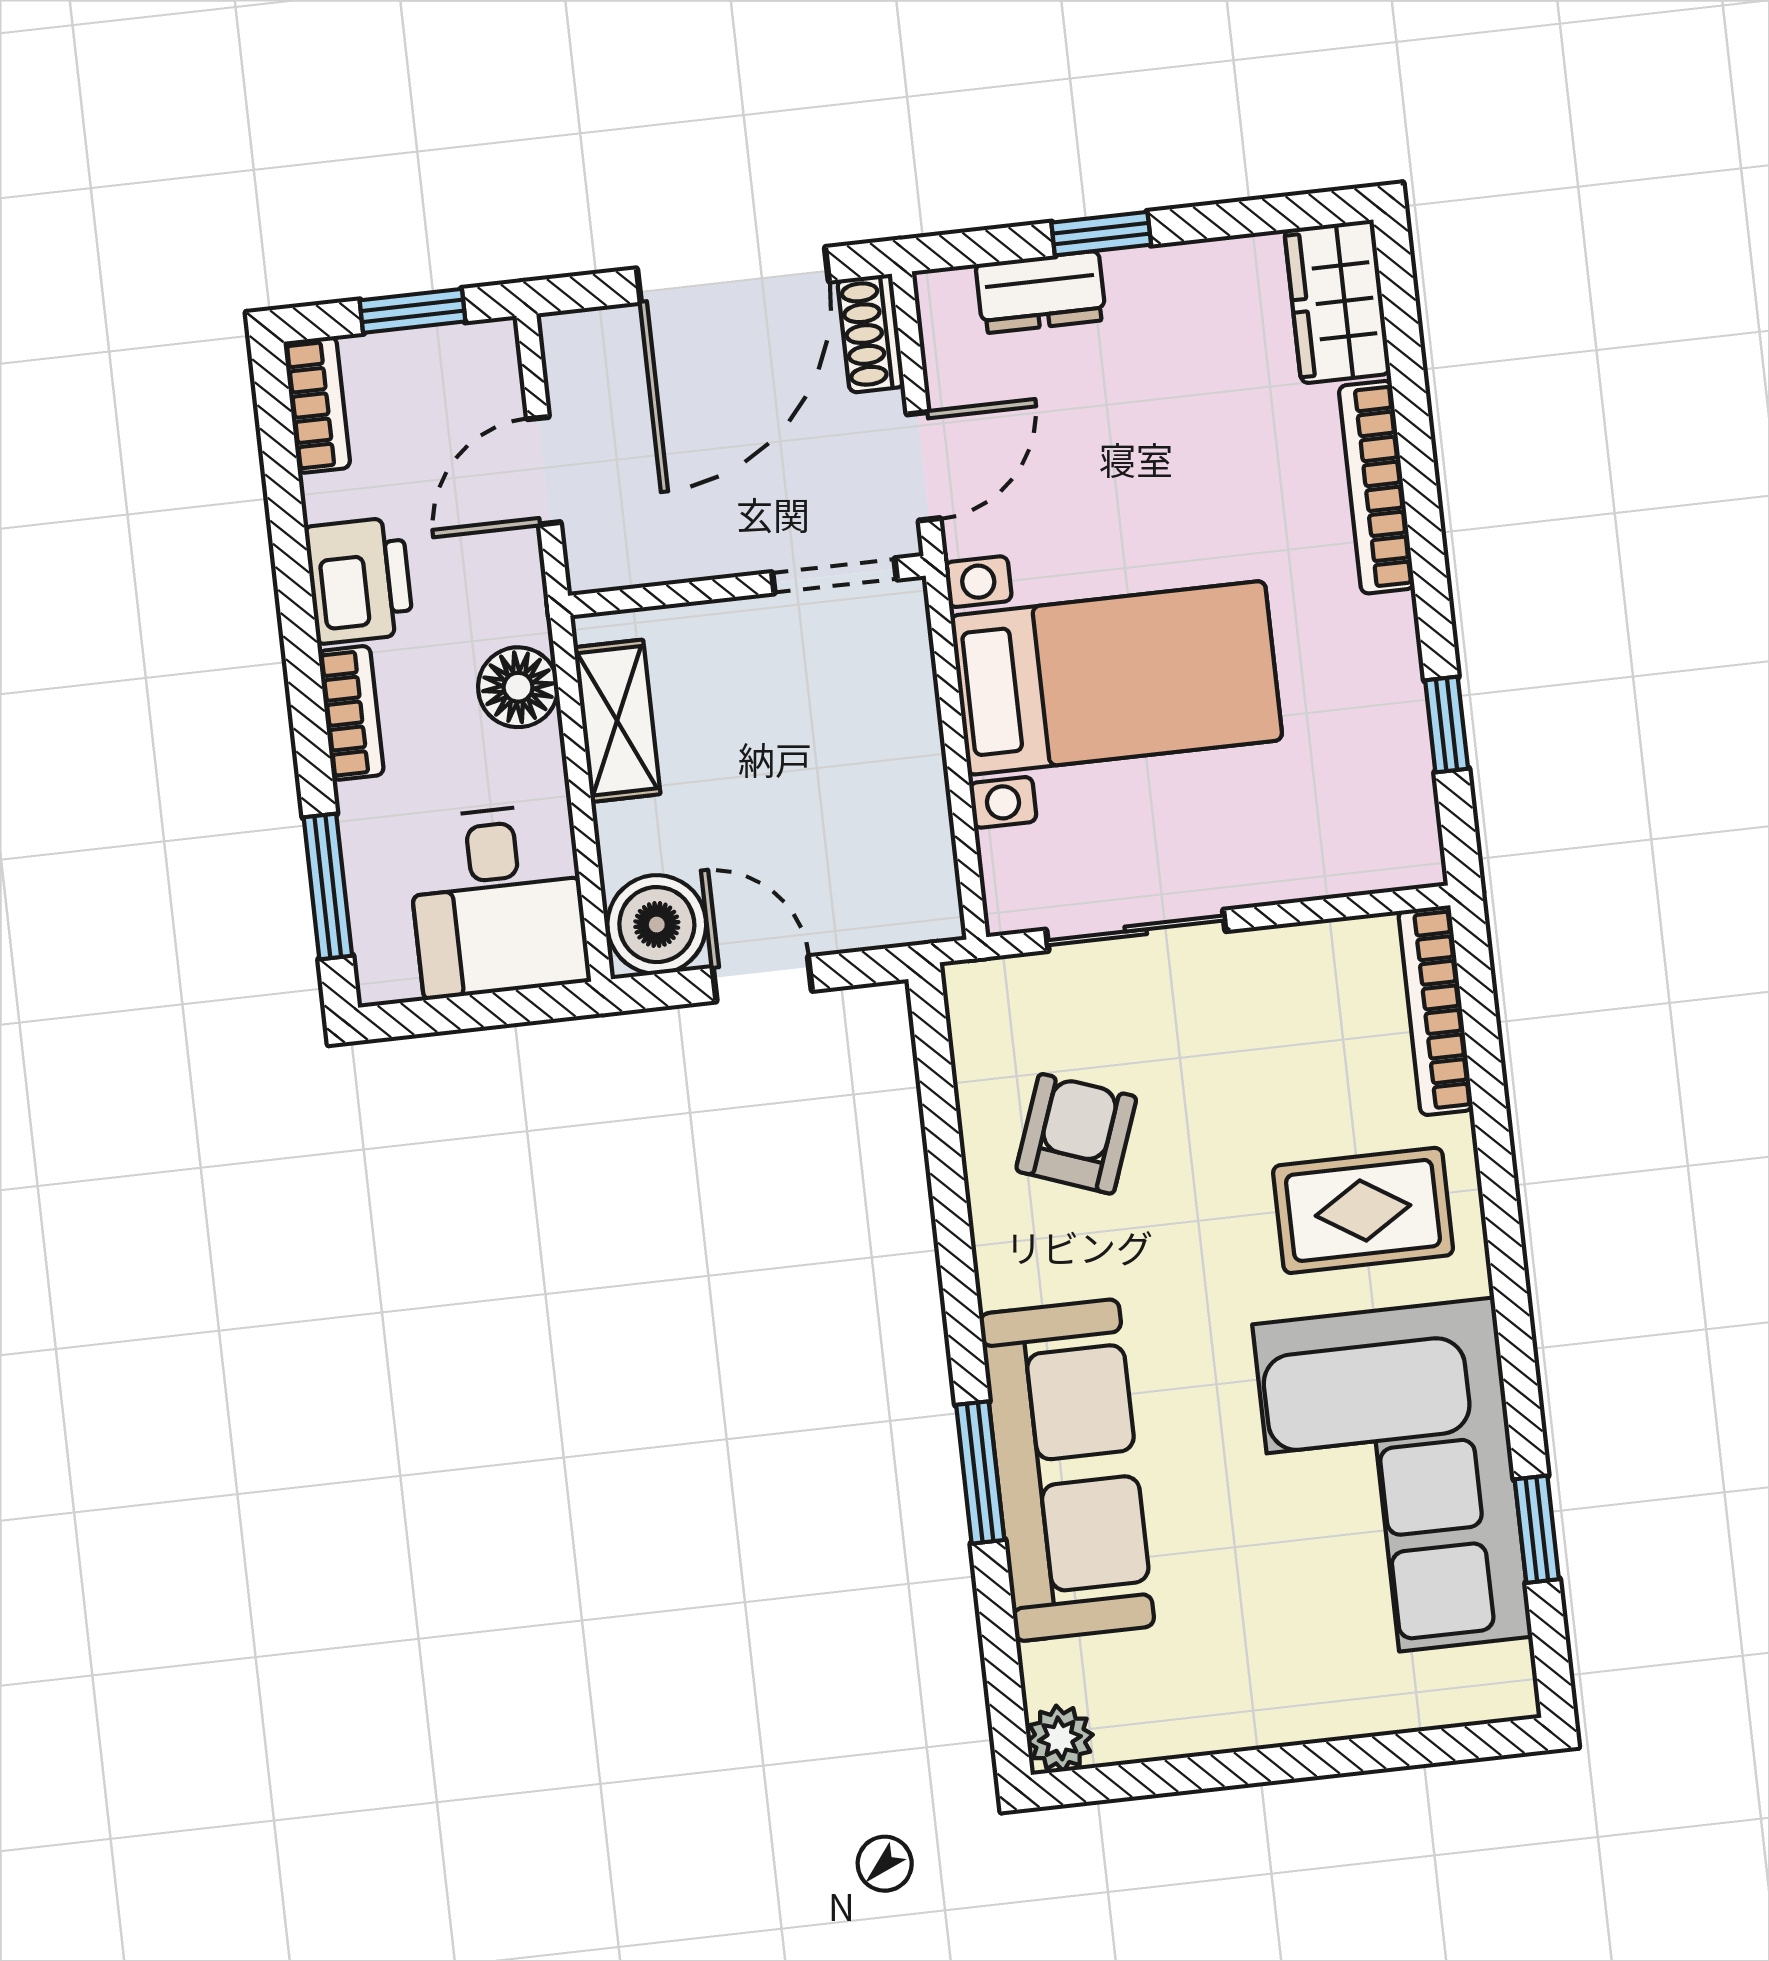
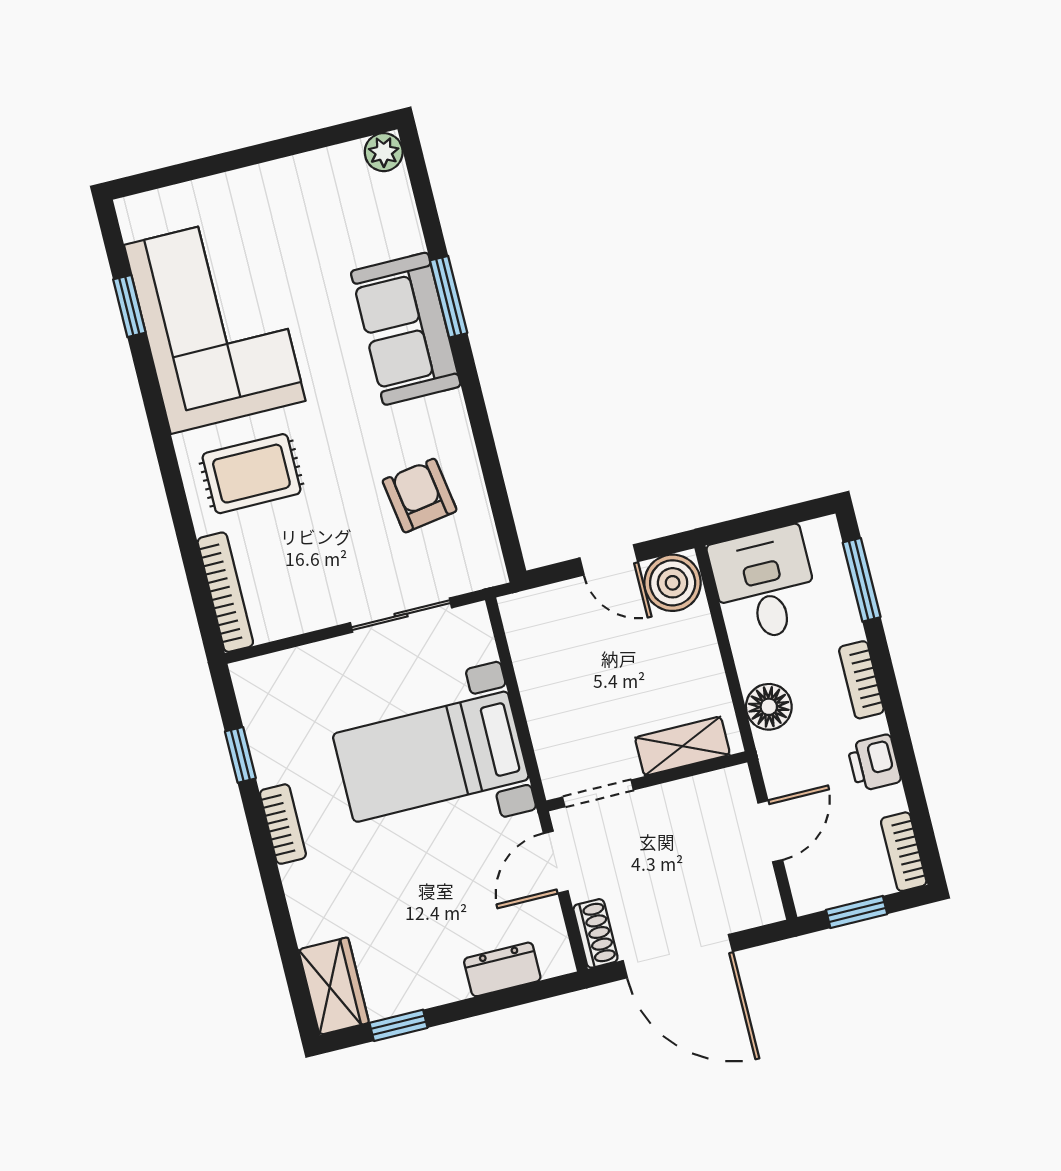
window: (1101, 234) -> (399, 1025), moved
door: (733, 275) -> (678, 956), swing flipped
bookcase: (1376, 487) -> (283, 824), moved, width x0.64
printer: (359, 580) -> (874, 763), width x0.73, depth x0.81
shelving: (617, 721) -> (682, 746), moved, turned 90
armchair: (1076, 1134) -> (420, 496), turned 151
sofa: (1067, 1470) -> (406, 329), width x0.73

